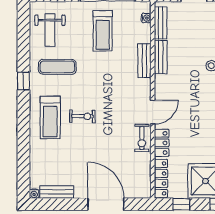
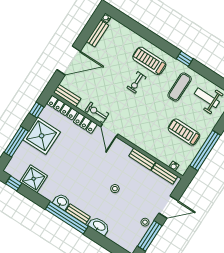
bench: (144, 61) -> (67, 95), moved

